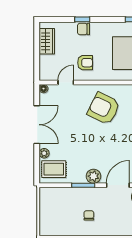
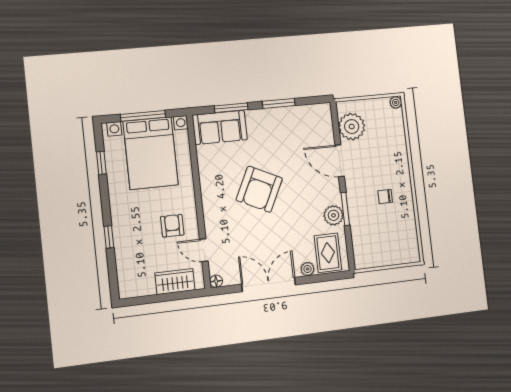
chair: (84, 29) -> (123, 234), removed
wardrobe: (47, 41) -> (175, 282), moved
armchair: (104, 108) -> (259, 189), moved
plant: (94, 176) -> (334, 215), moved

